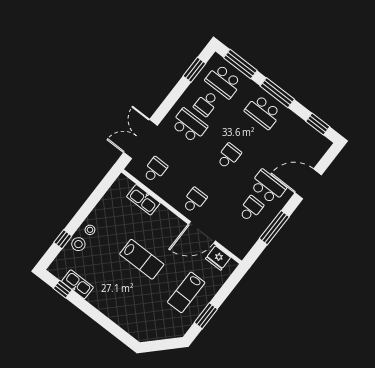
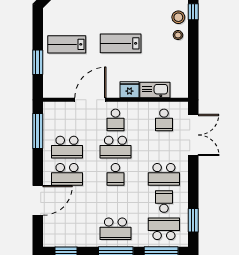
school desk: (263, 112) -> (115, 229), turned 180
school desk: (211, 178) -> (115, 147), added
school desk: (251, 209) -> (67, 147), width x1.85
window: (274, 228) -> (38, 131), moved
fridge: (218, 258) -> (129, 90), moved
lab bench: (186, 292) -> (67, 44), turned -90
window: (206, 316) -> (38, 62), moved

